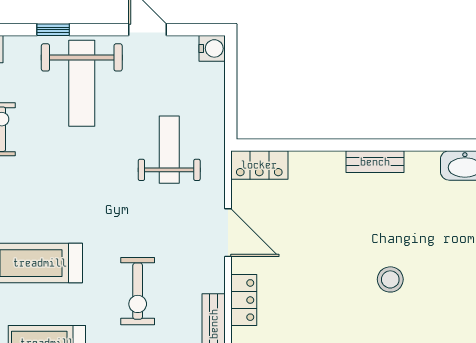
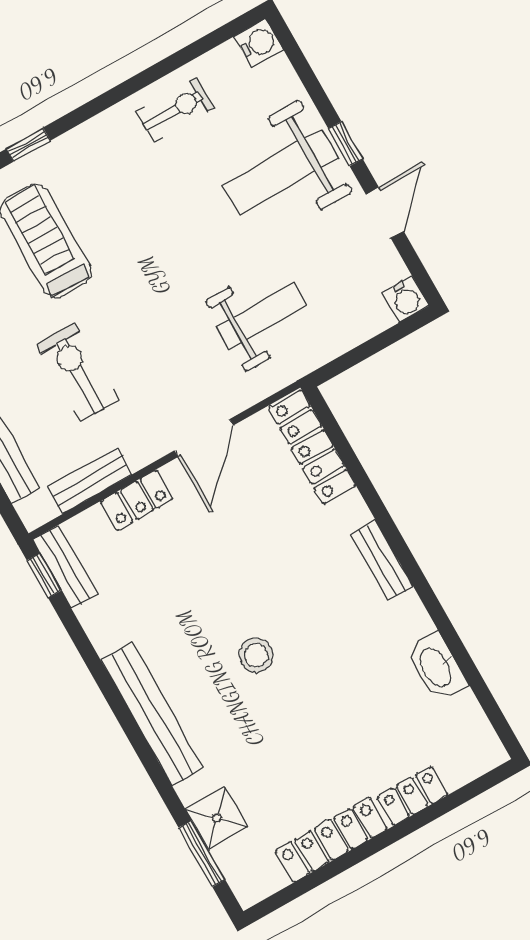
window: (53, 30) -> (346, 144), moved
locker: (259, 165) -> (312, 447), width x1.53
exercise bike: (138, 291) -> (78, 372), turned 90

